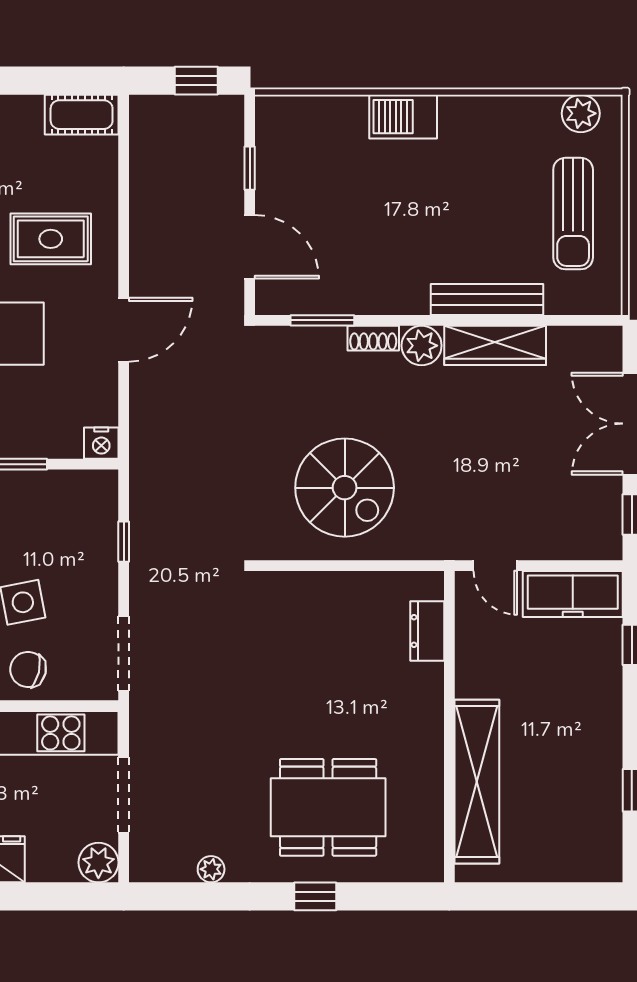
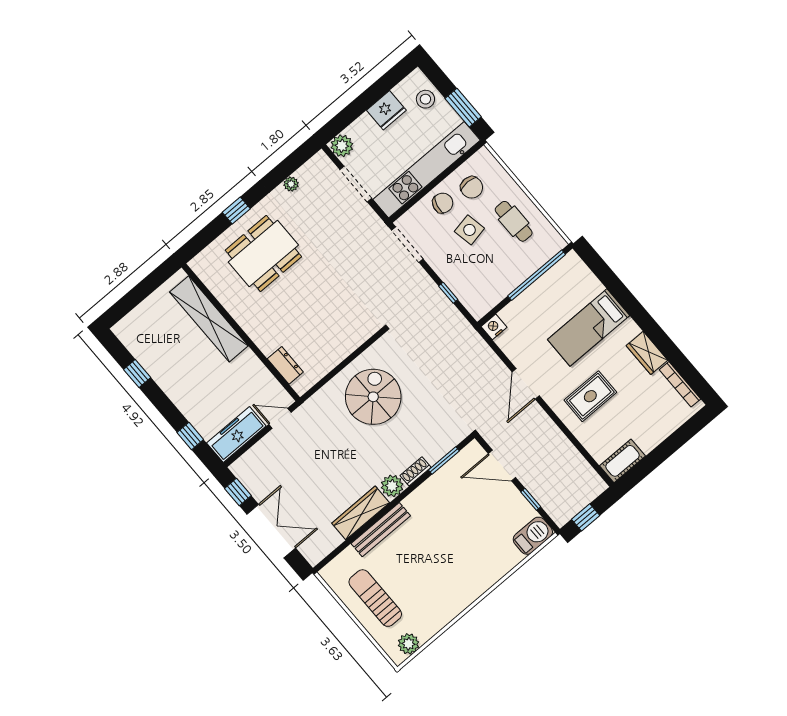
barbecue: (403, 117) -> (533, 536), moved
spiral stairs: (345, 488) -> (373, 397), turned 90

